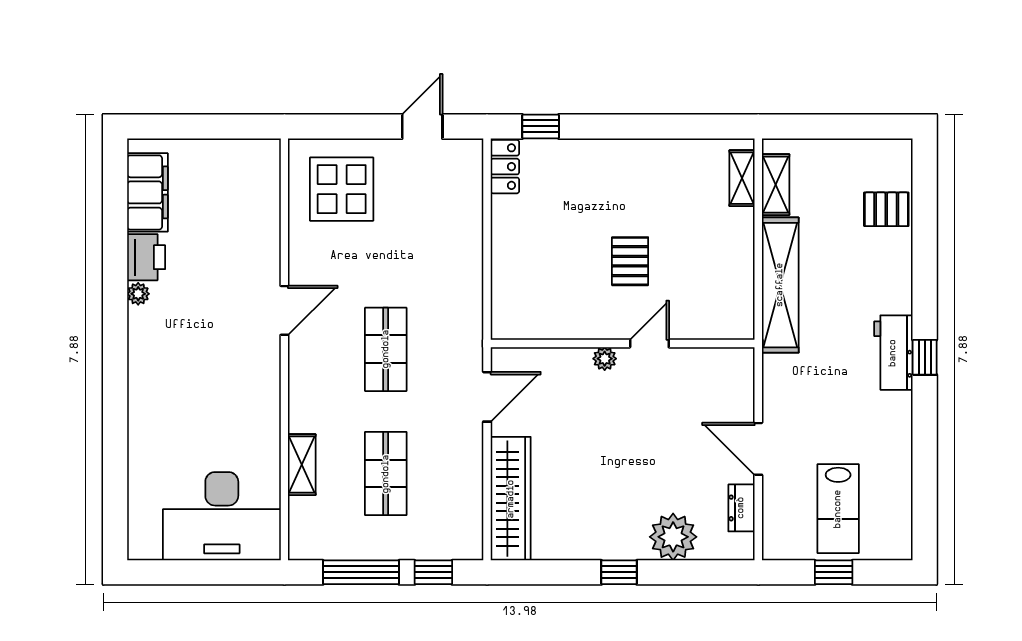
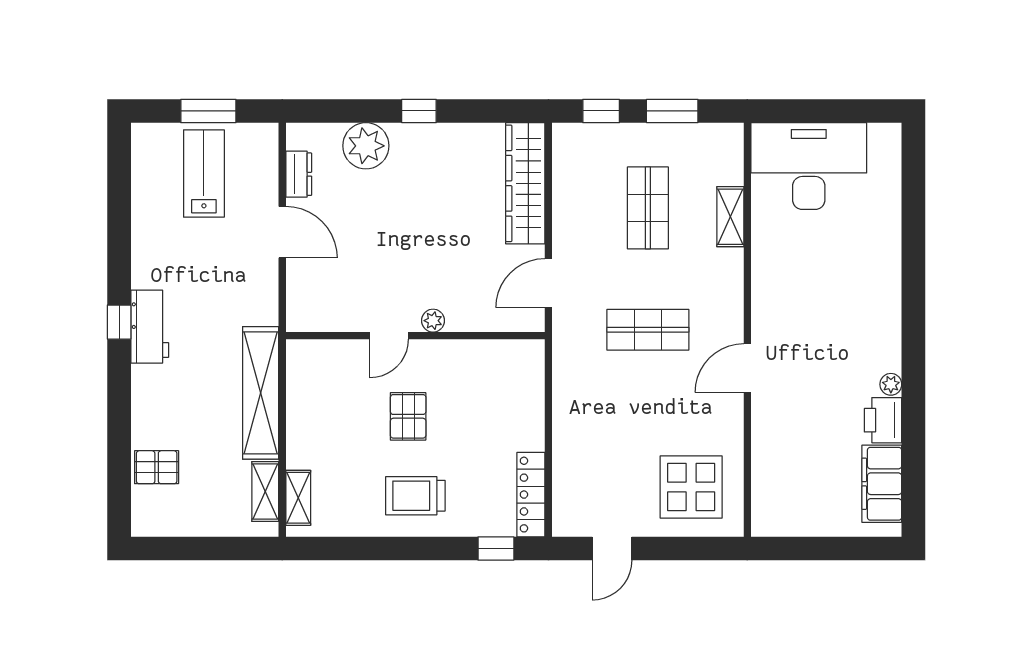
locker: (505, 167) -> (531, 495), width x1.53
trolley: (623, 180) -> (415, 496), added
shop shelf: (386, 349) -> (648, 330), turned 90
window: (361, 572) -> (672, 111), width x0.69
window: (834, 572) -> (208, 111), width x1.50

